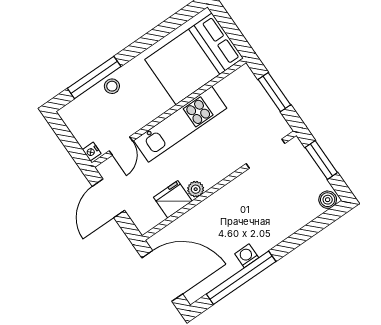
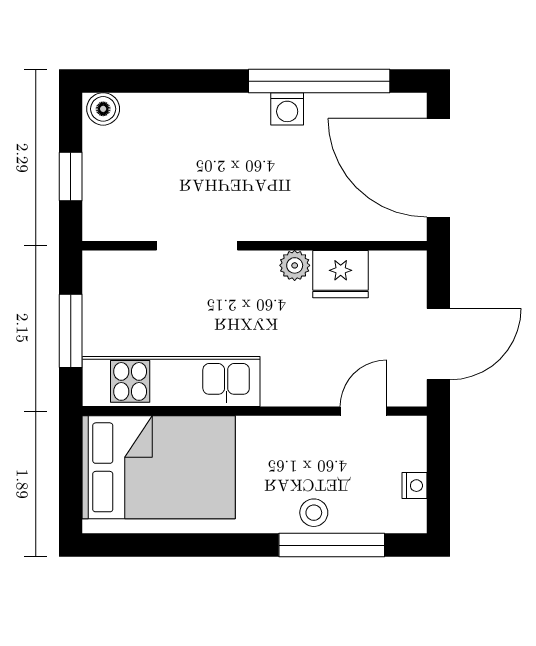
kitchen unit: (180, 124) -> (171, 381), moved
nightstand: (92, 152) -> (414, 486), moved
doorway: (266, 154) -> (197, 246), moved
window: (321, 160) -> (71, 177), width x0.67

